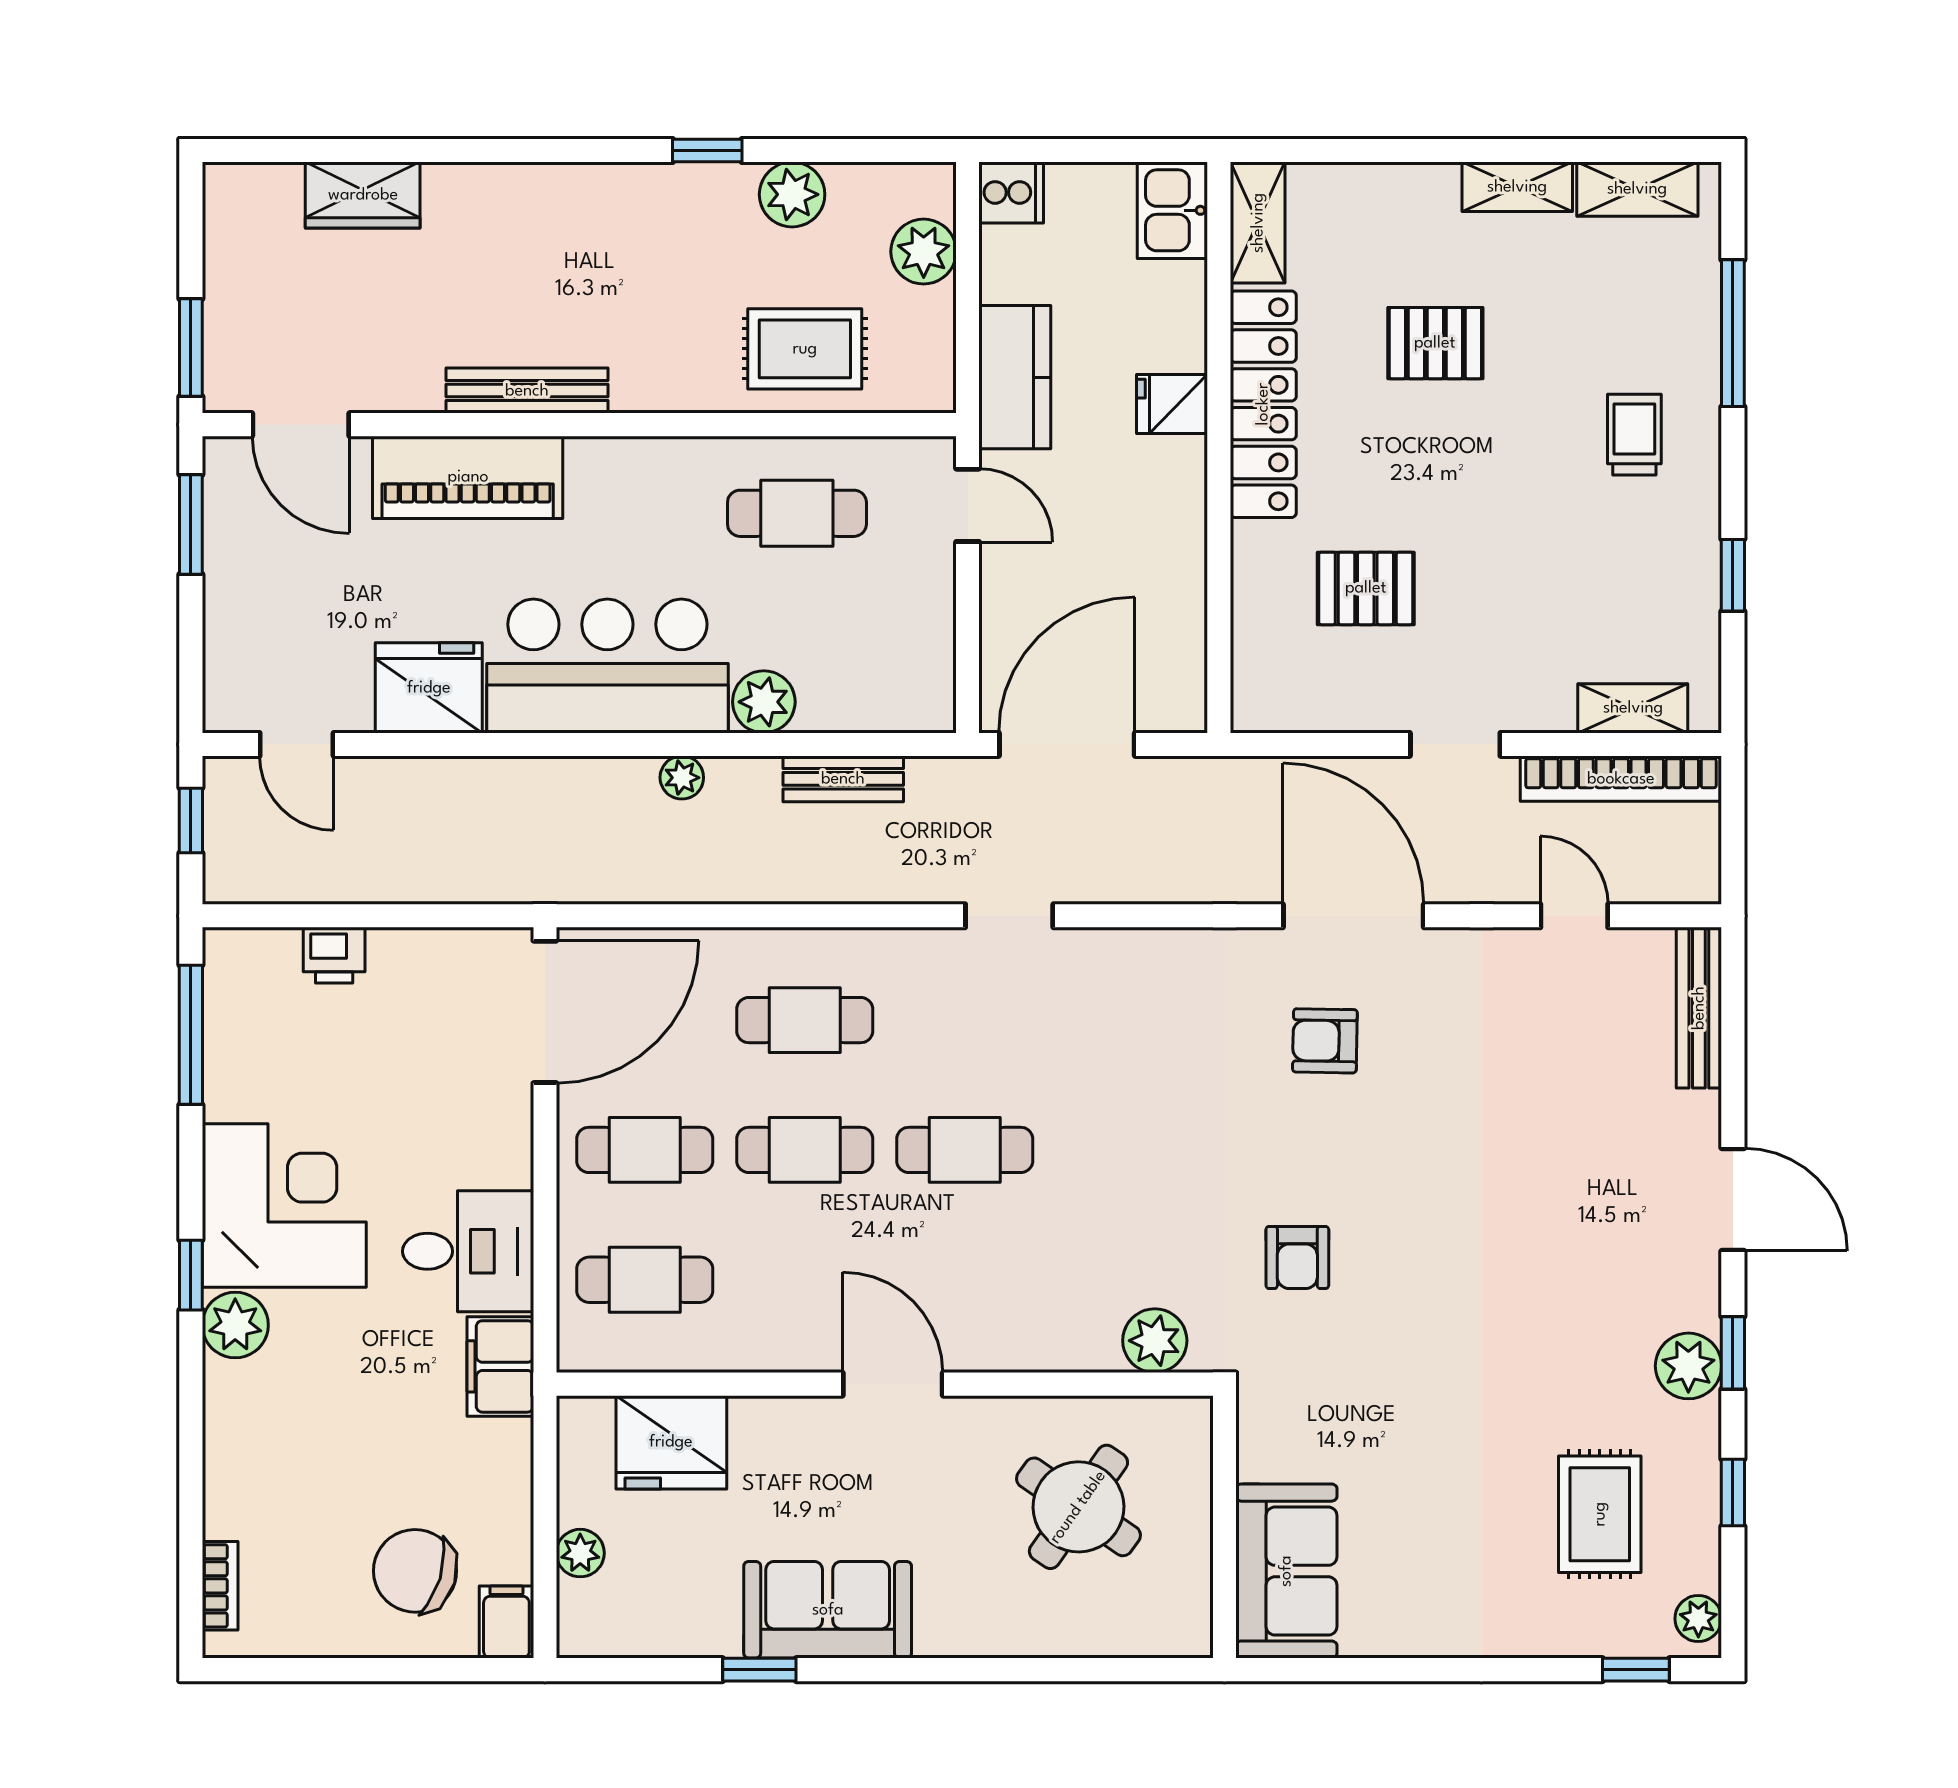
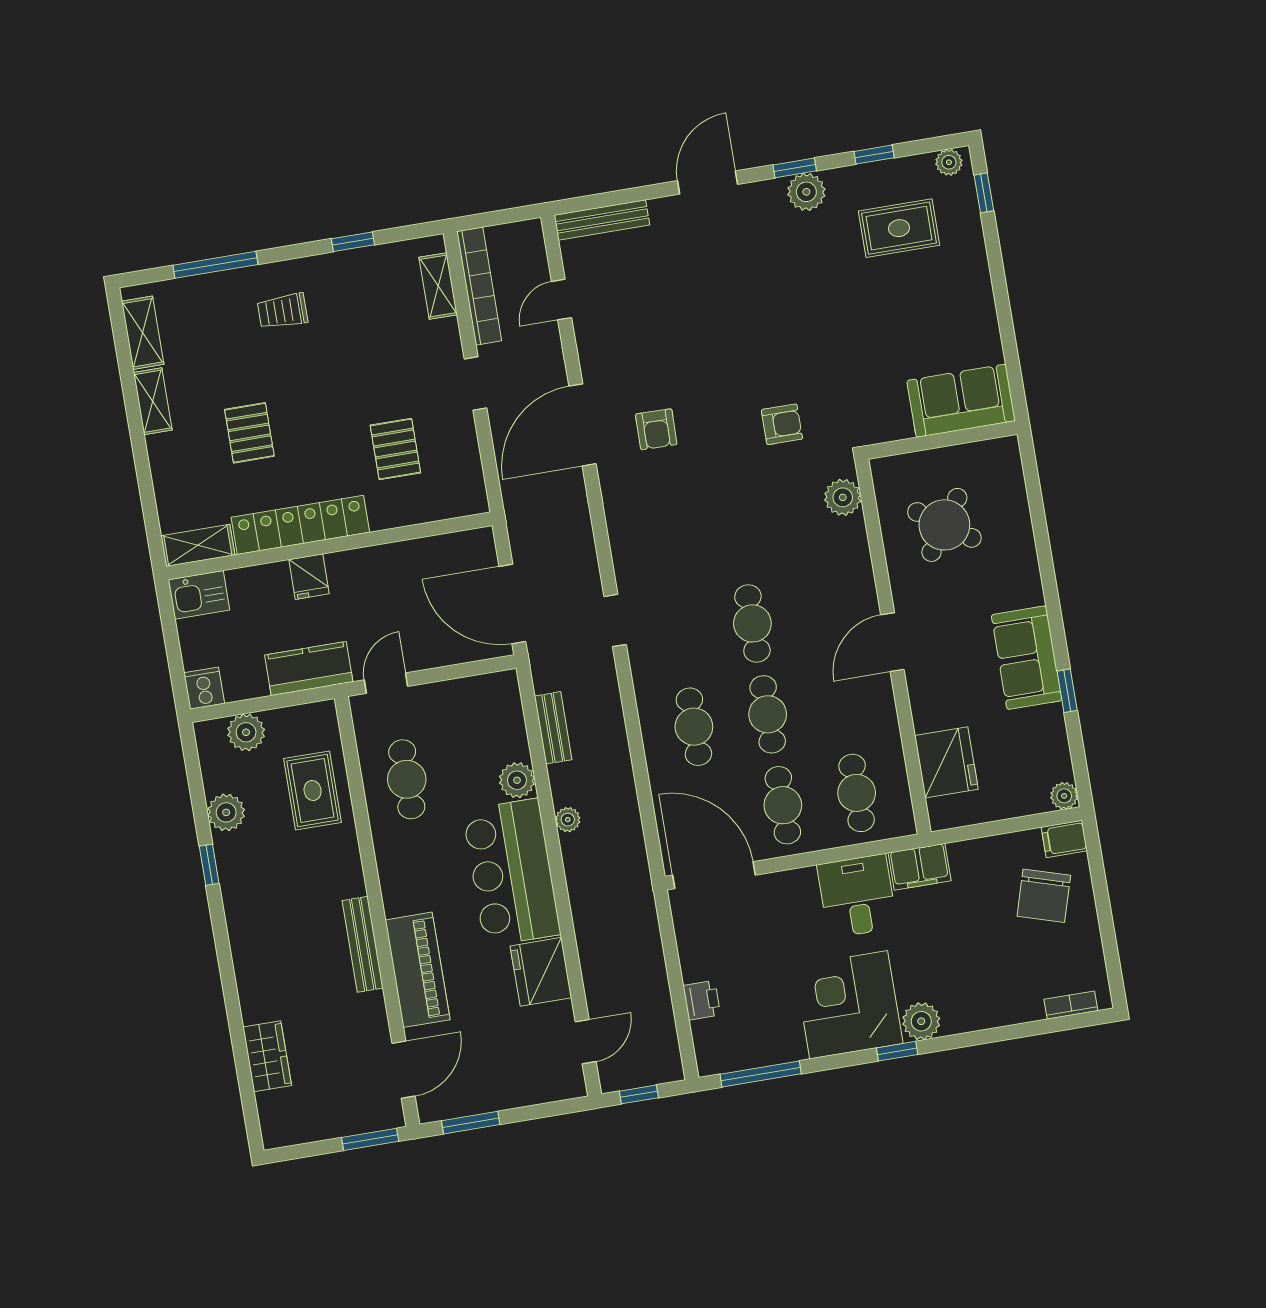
plant: (580, 1553) -> (1064, 796), moved

